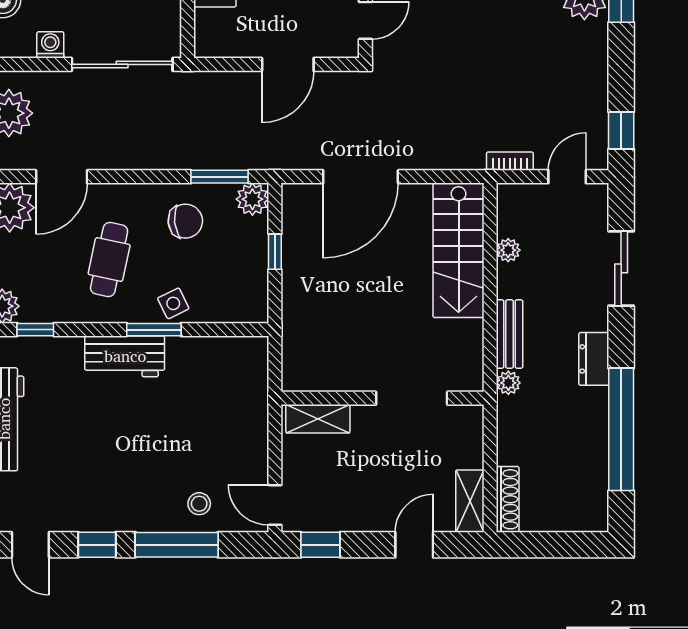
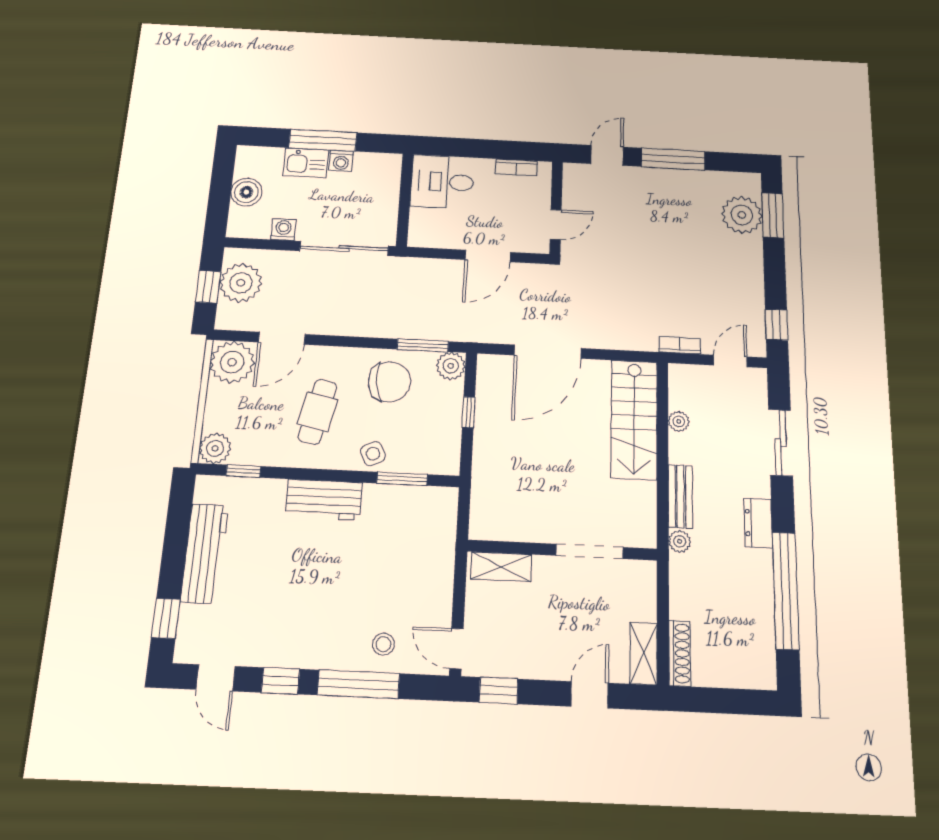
chair: (185, 221) -> (389, 382), width x1.37, depth x1.37
window: (154, 330) -> (402, 479), moved

